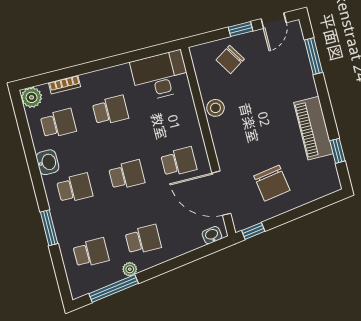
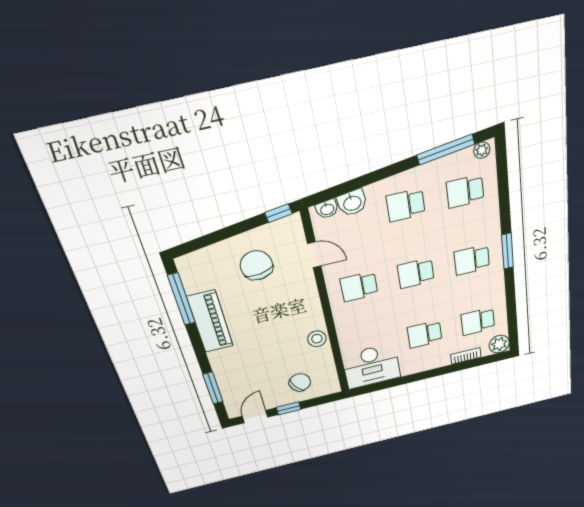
window: (337, 151) -> (181, 299), width x2.17
washbasin: (48, 162) -> (352, 203), moved, turned -98
door: (221, 193) -> (314, 255), width x0.53
window: (49, 228) -> (508, 251), moved
plant: (130, 269) -> (482, 150), moved

